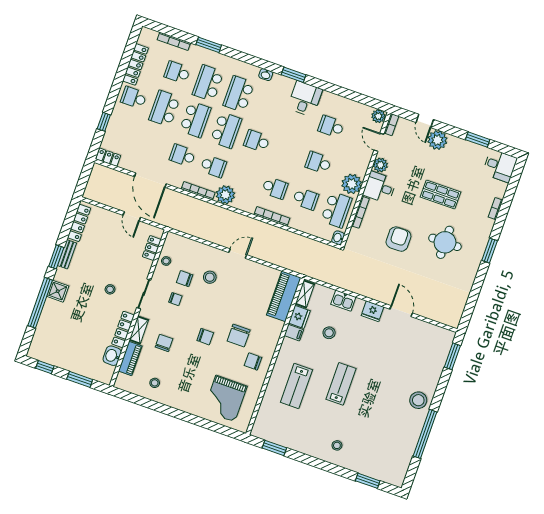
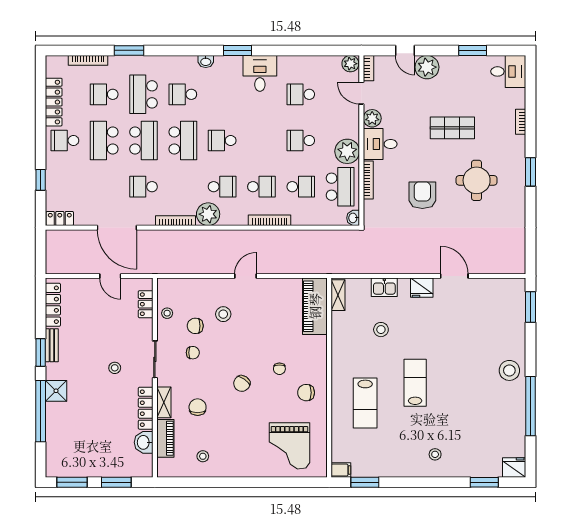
school desk: (239, 94) -> (183, 94), width x0.54
school desk: (213, 166) -> (222, 187), moved
fridge: (299, 317) -> (514, 468), moved, turned -90
filing cabinet: (294, 333) -> (341, 470), moved
chair: (239, 336) -> (279, 369), width x0.54, depth x0.54
chair: (205, 337) -> (242, 383), turned 124
window: (45, 367) -> (72, 482), width x1.50

